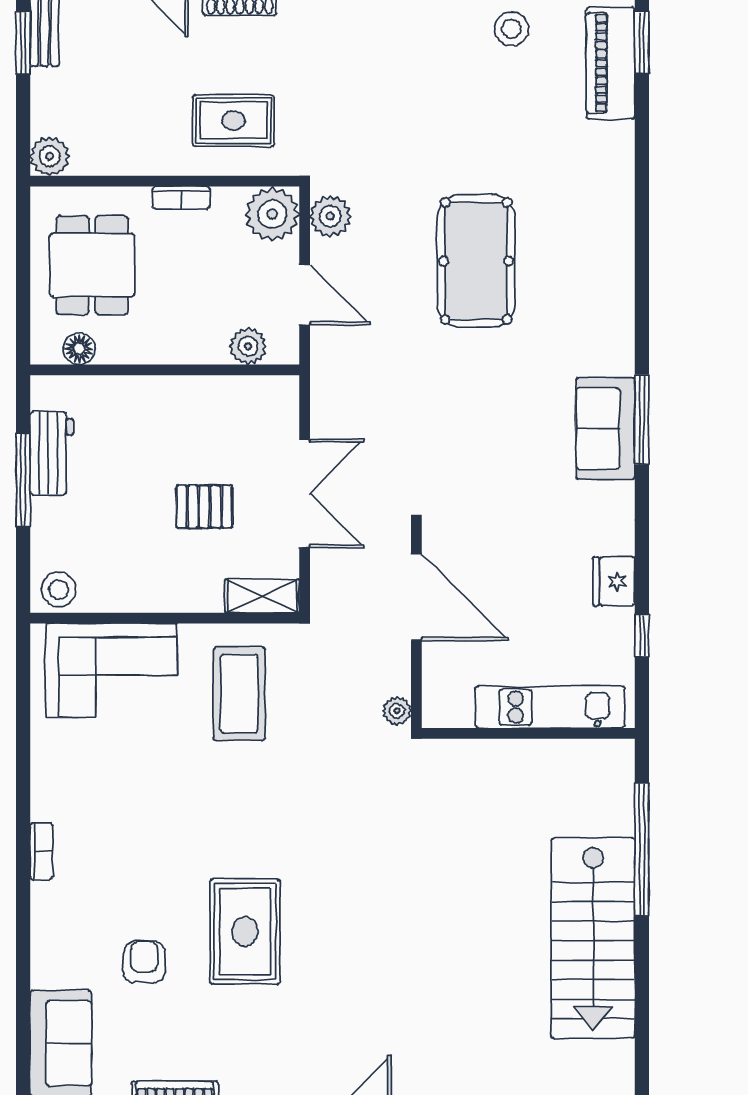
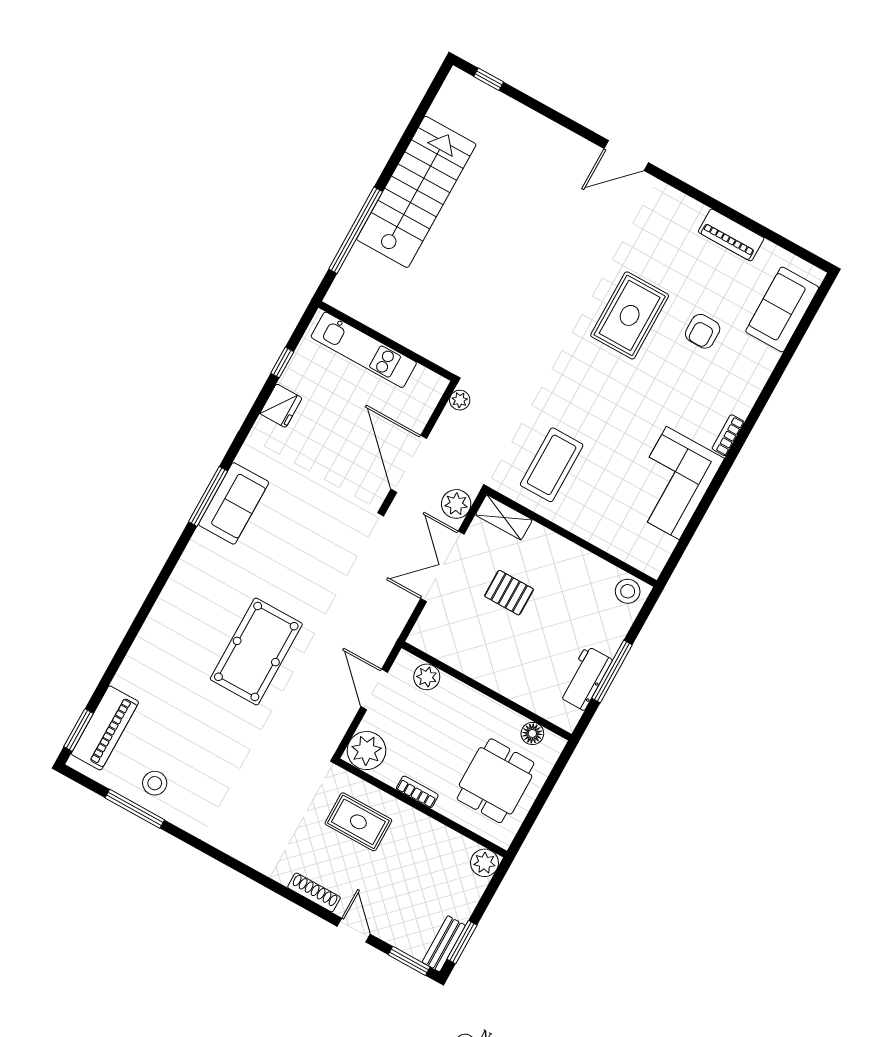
plant: (330, 216) -> (456, 504), moved
corner sofa: (111, 670) -> (673, 483), moved, turned -90

